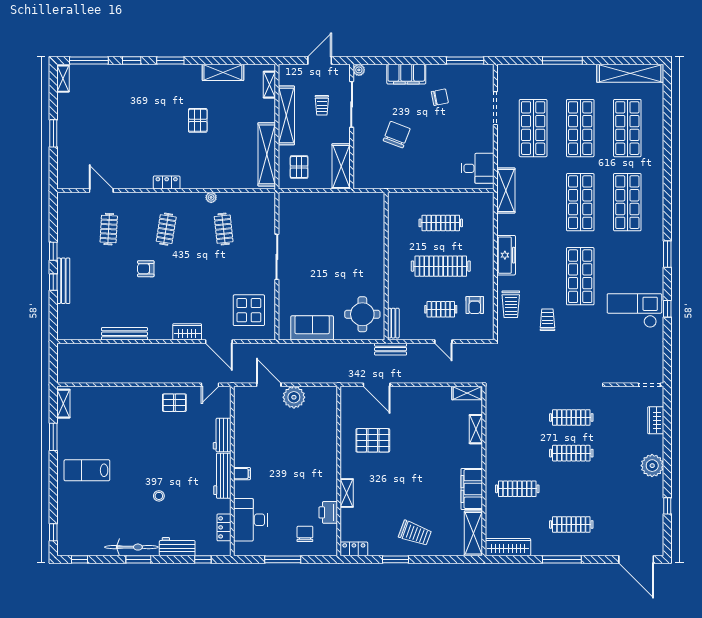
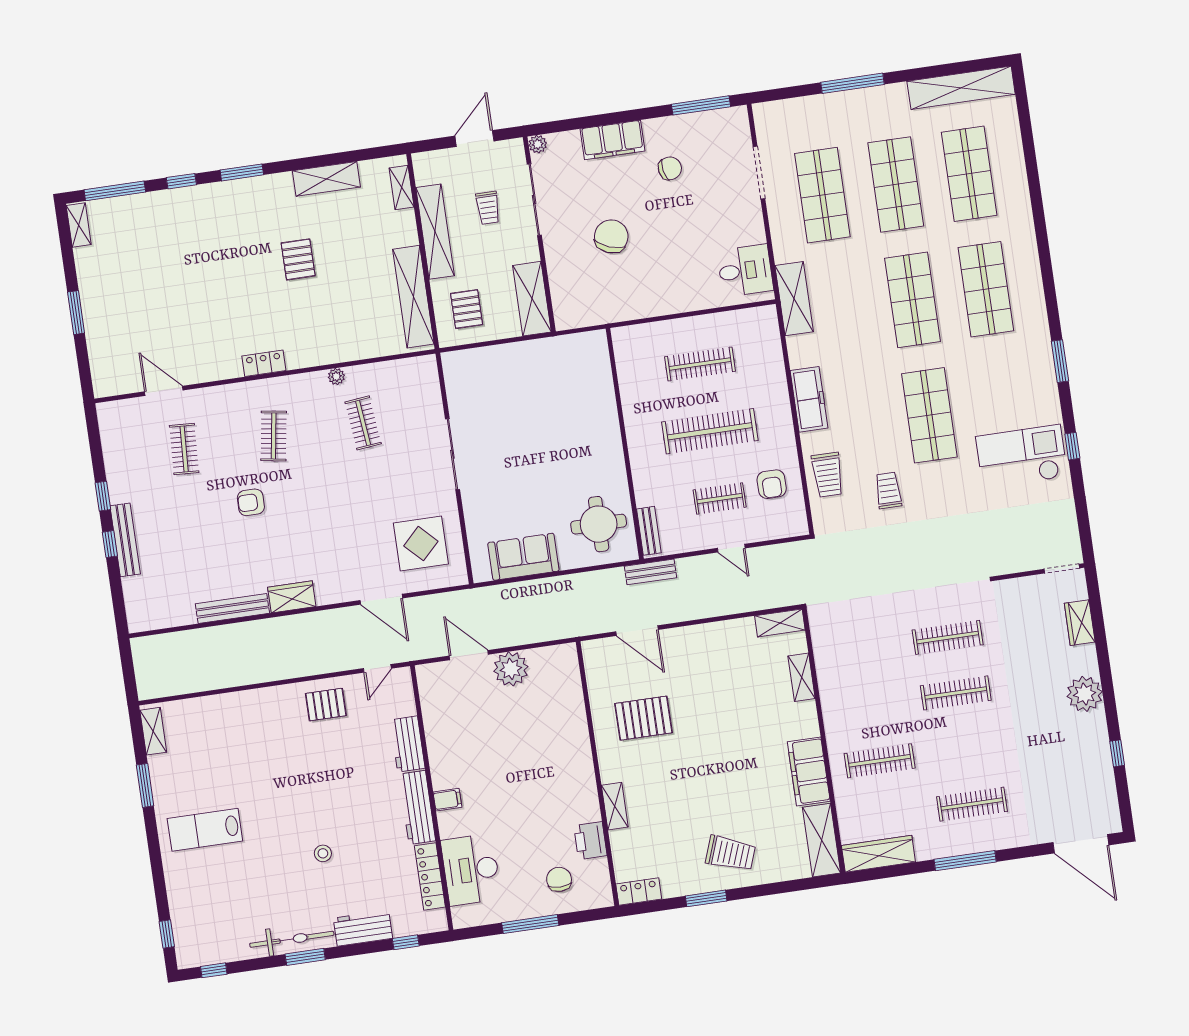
wardrobe: (187, 332) -> (292, 597), moved
locker: (224, 527) -> (430, 876), width x1.53

